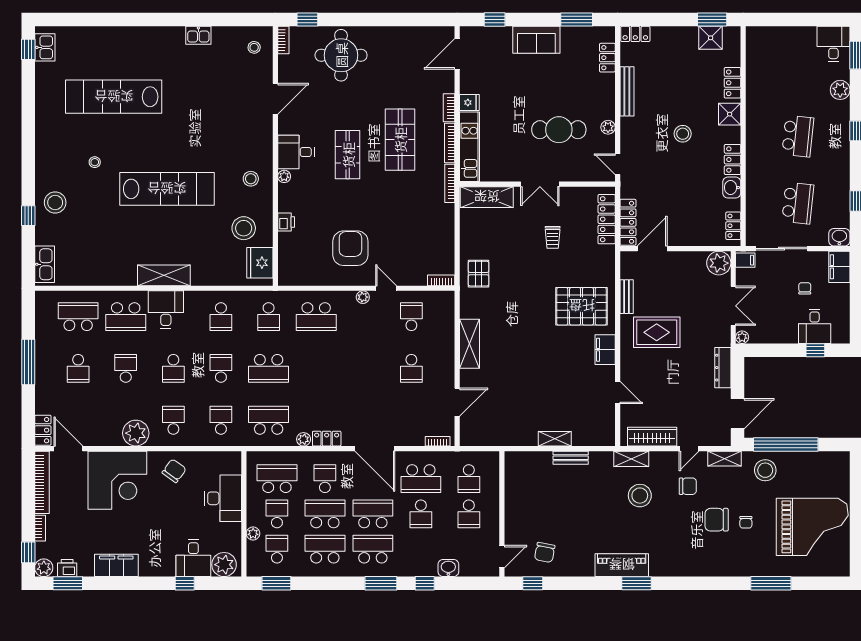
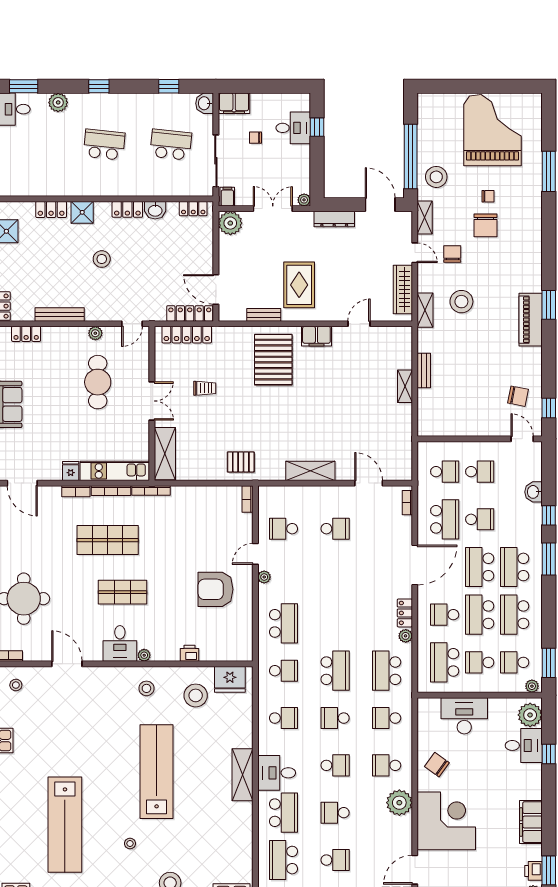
plant: (253, 533) -> (532, 686), moved

